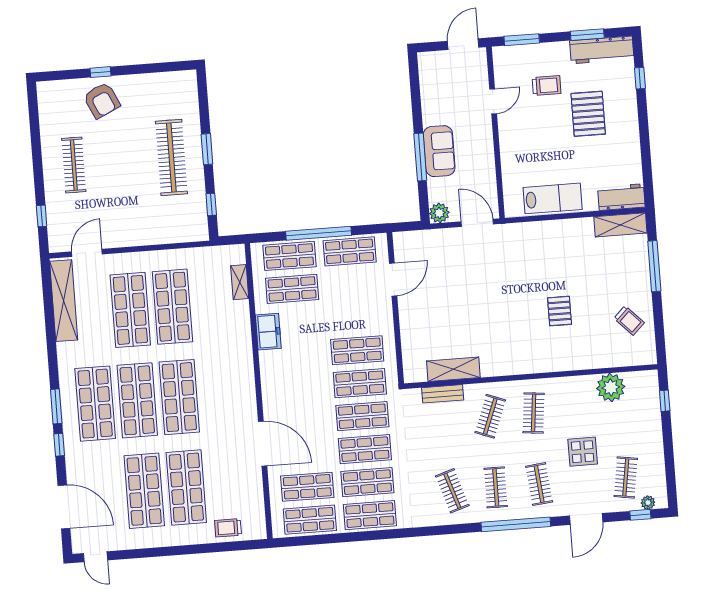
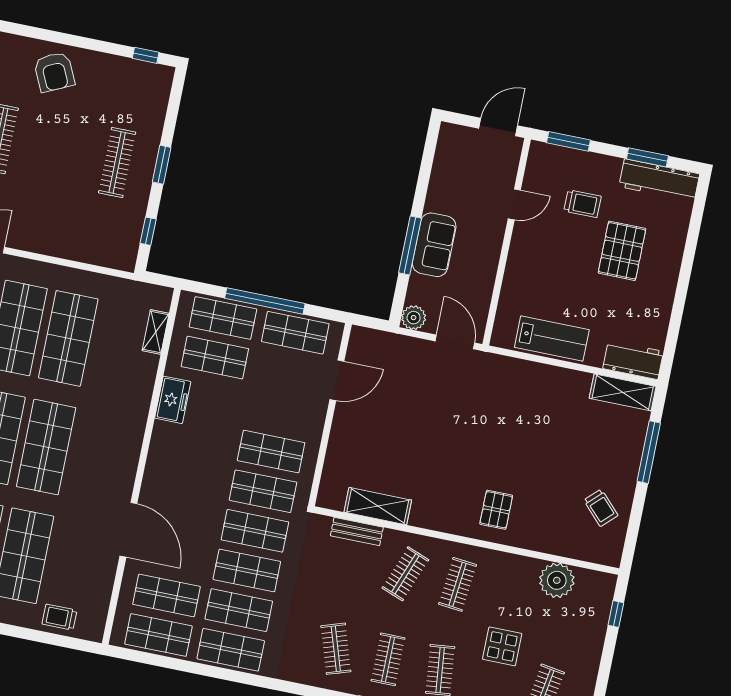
window: (101, 72) -> (146, 55), moved
window: (640, 78) -> (695, 226), removed
clothes rail: (171, 157) -> (117, 162), width x0.73, depth x0.76
pallet: (560, 311) -> (496, 510), moved

